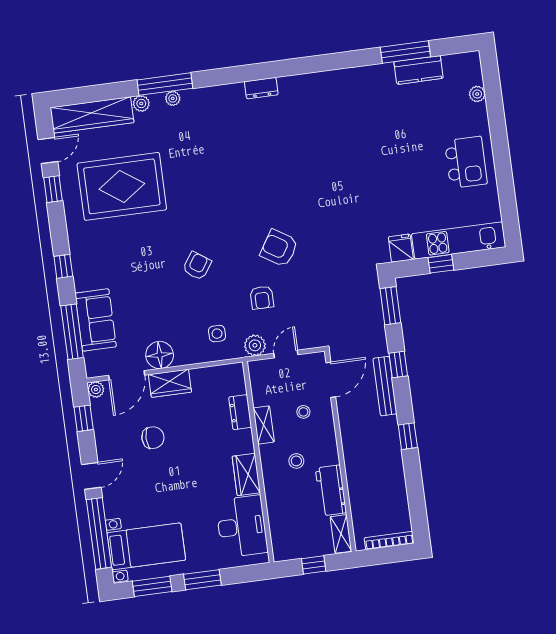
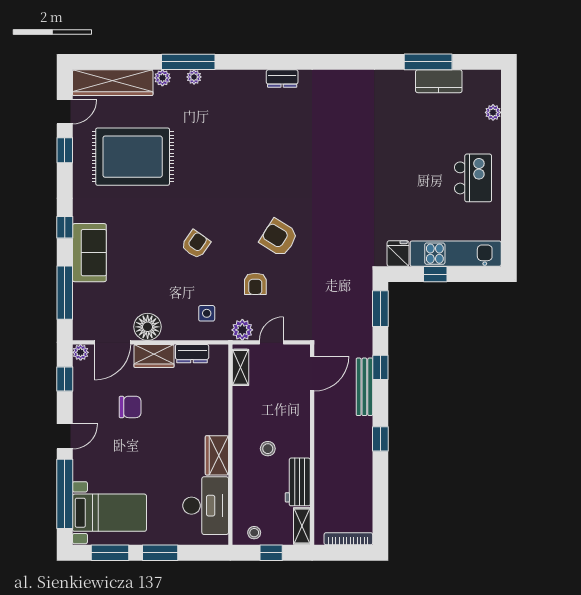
sofa: (96, 320) -> (89, 253), moved
dresser: (240, 412) -> (192, 354), moved, turned -90
stool: (303, 412) -> (254, 533), moved
shelving: (264, 425) -> (240, 367), moved

